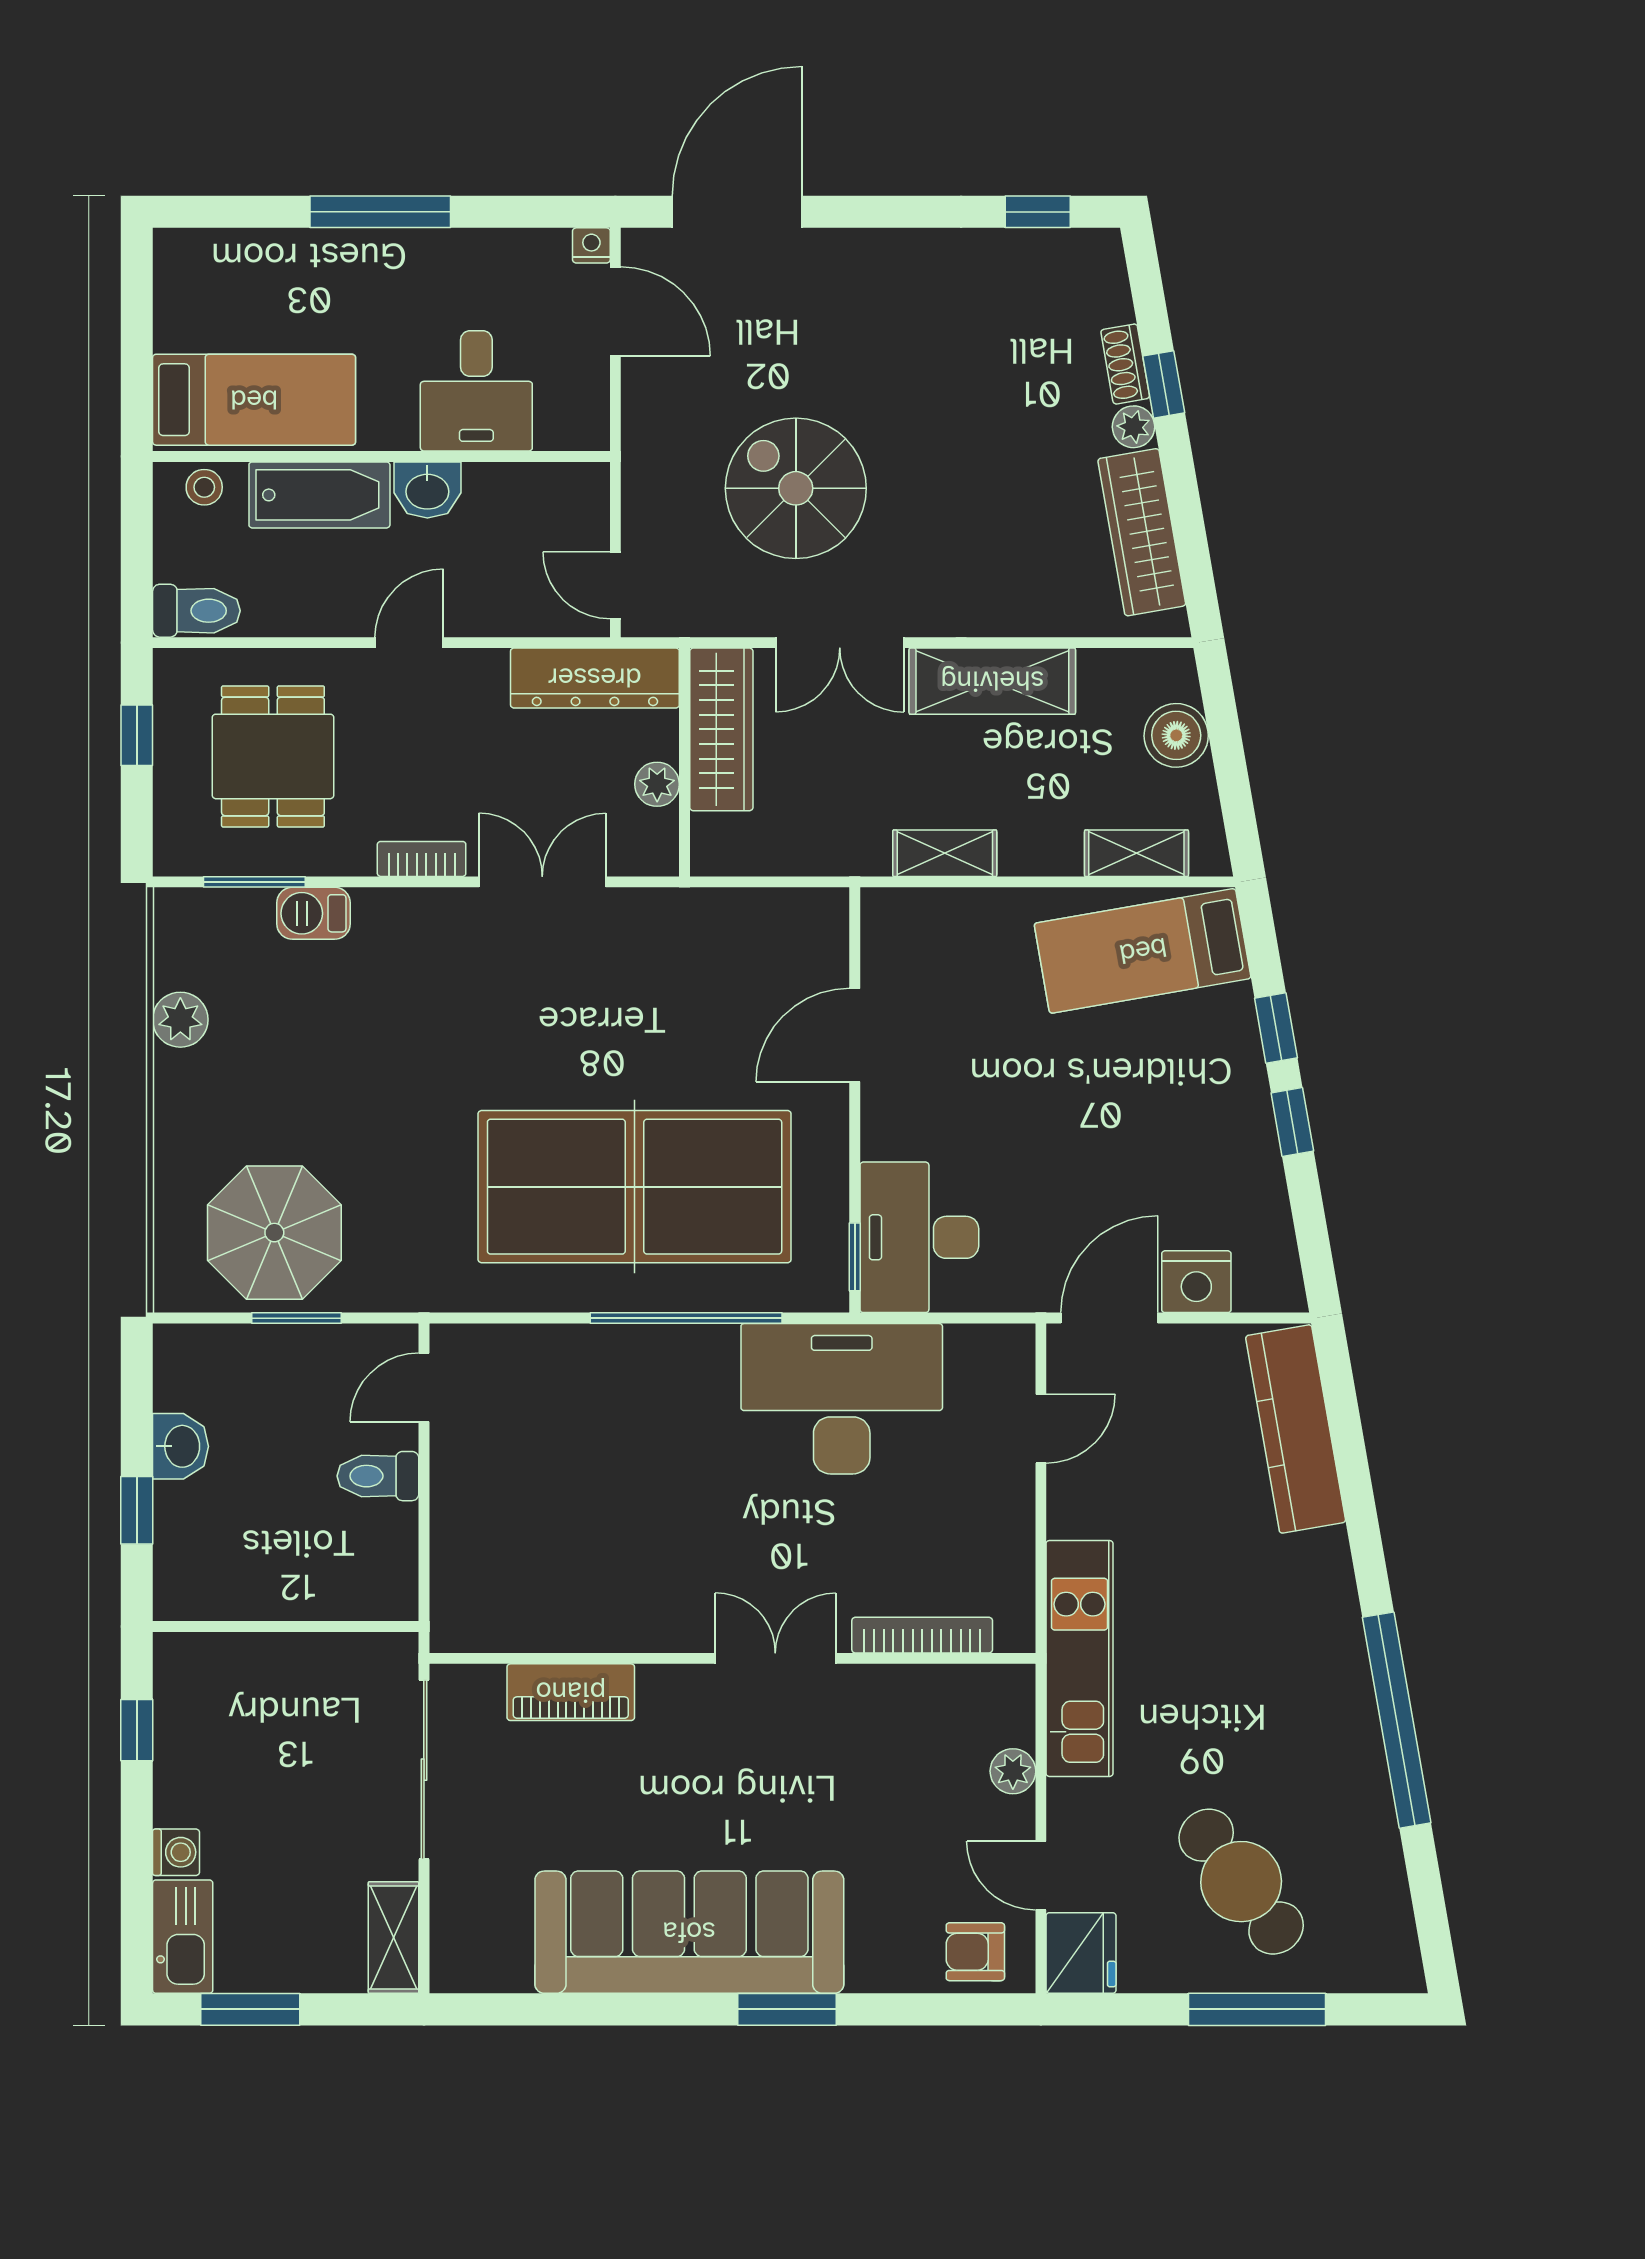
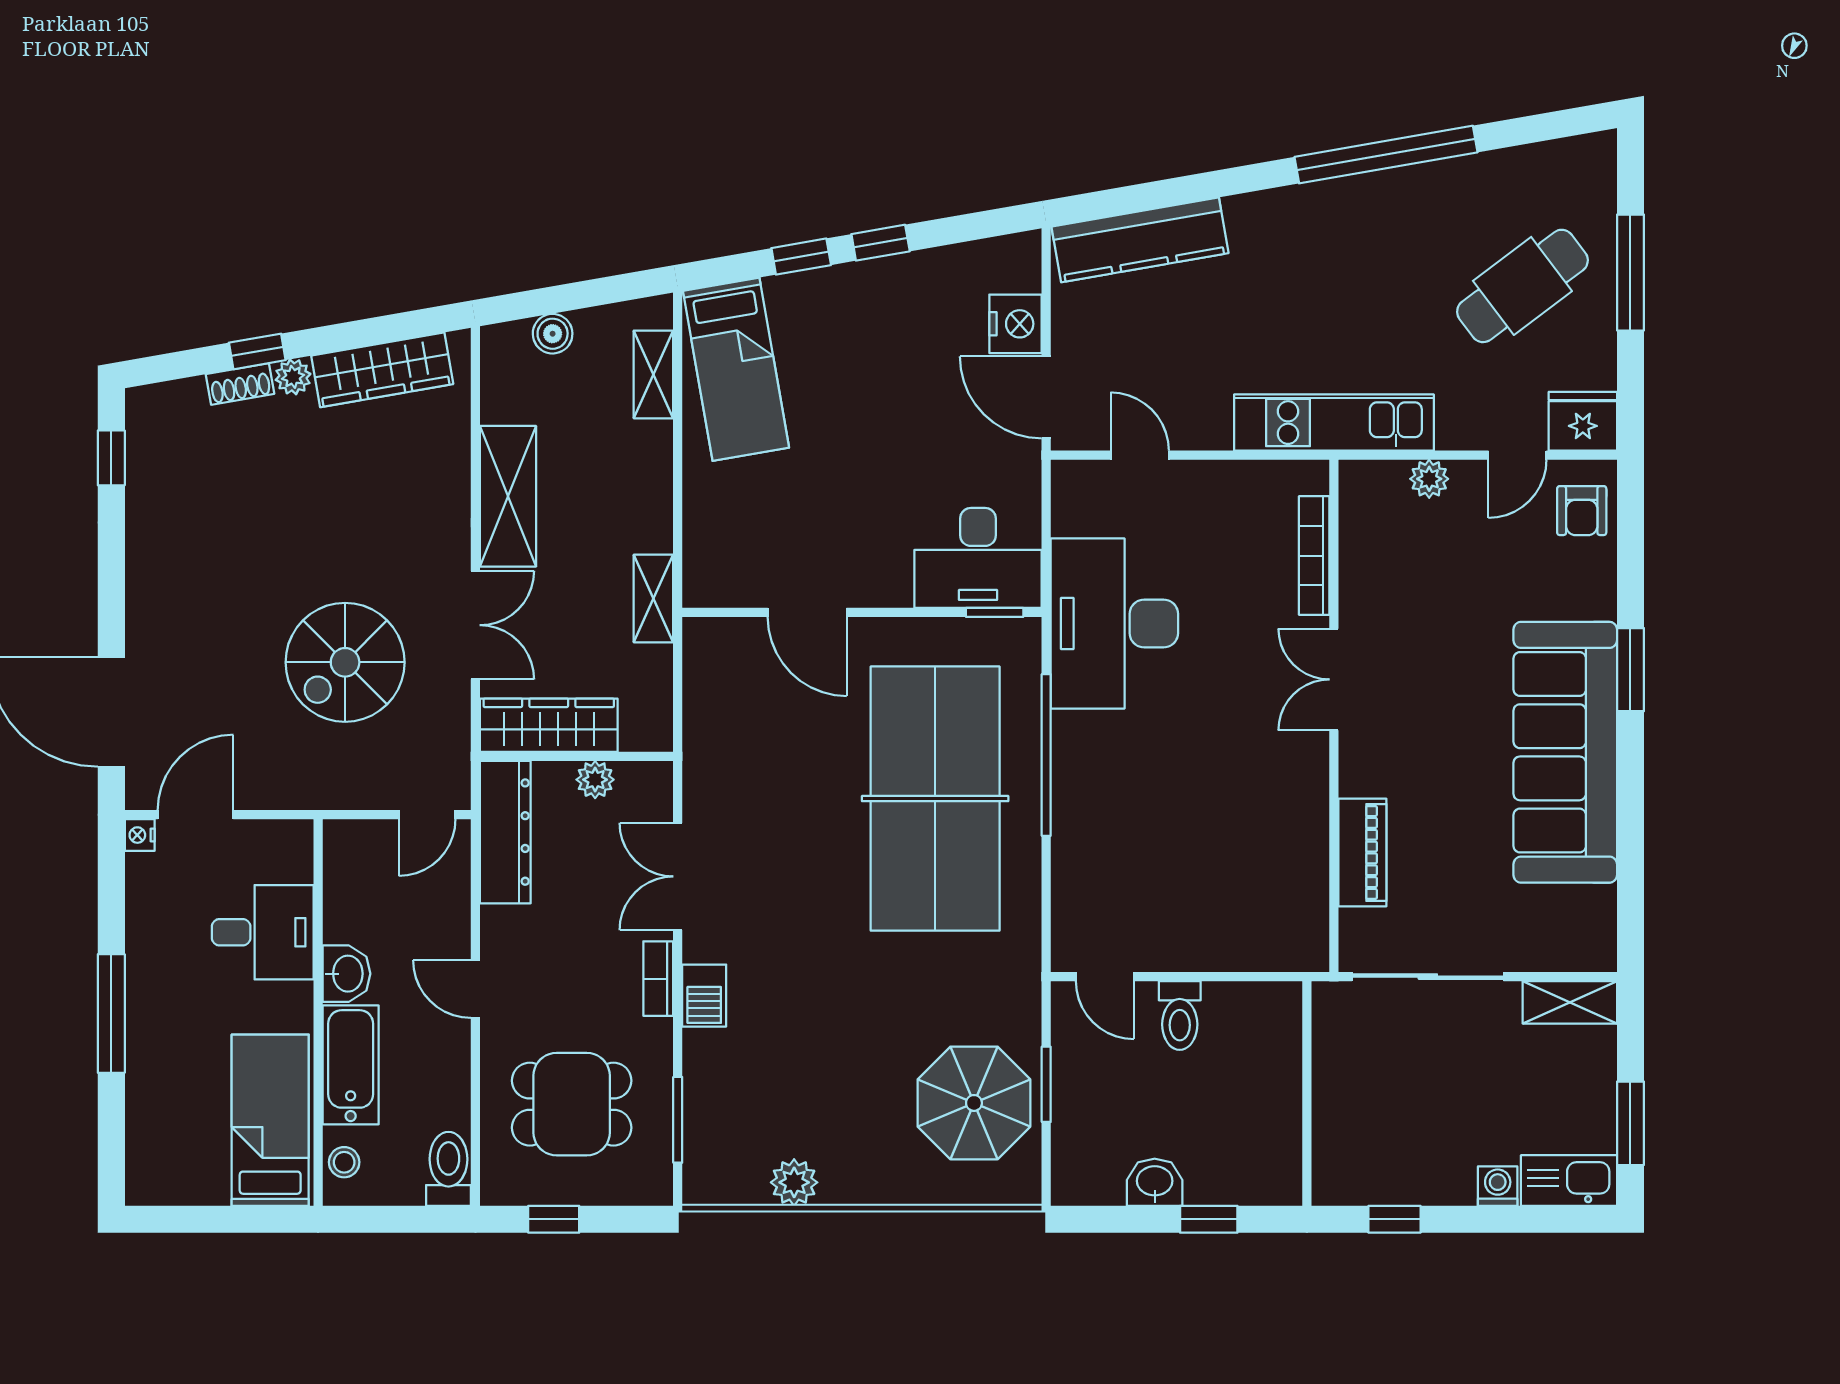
boiler: (1176, 735) -> (553, 334), width x0.73, depth x0.73
shelving: (945, 853) -> (653, 598), moved
barbecue: (313, 913) -> (704, 996), moved

